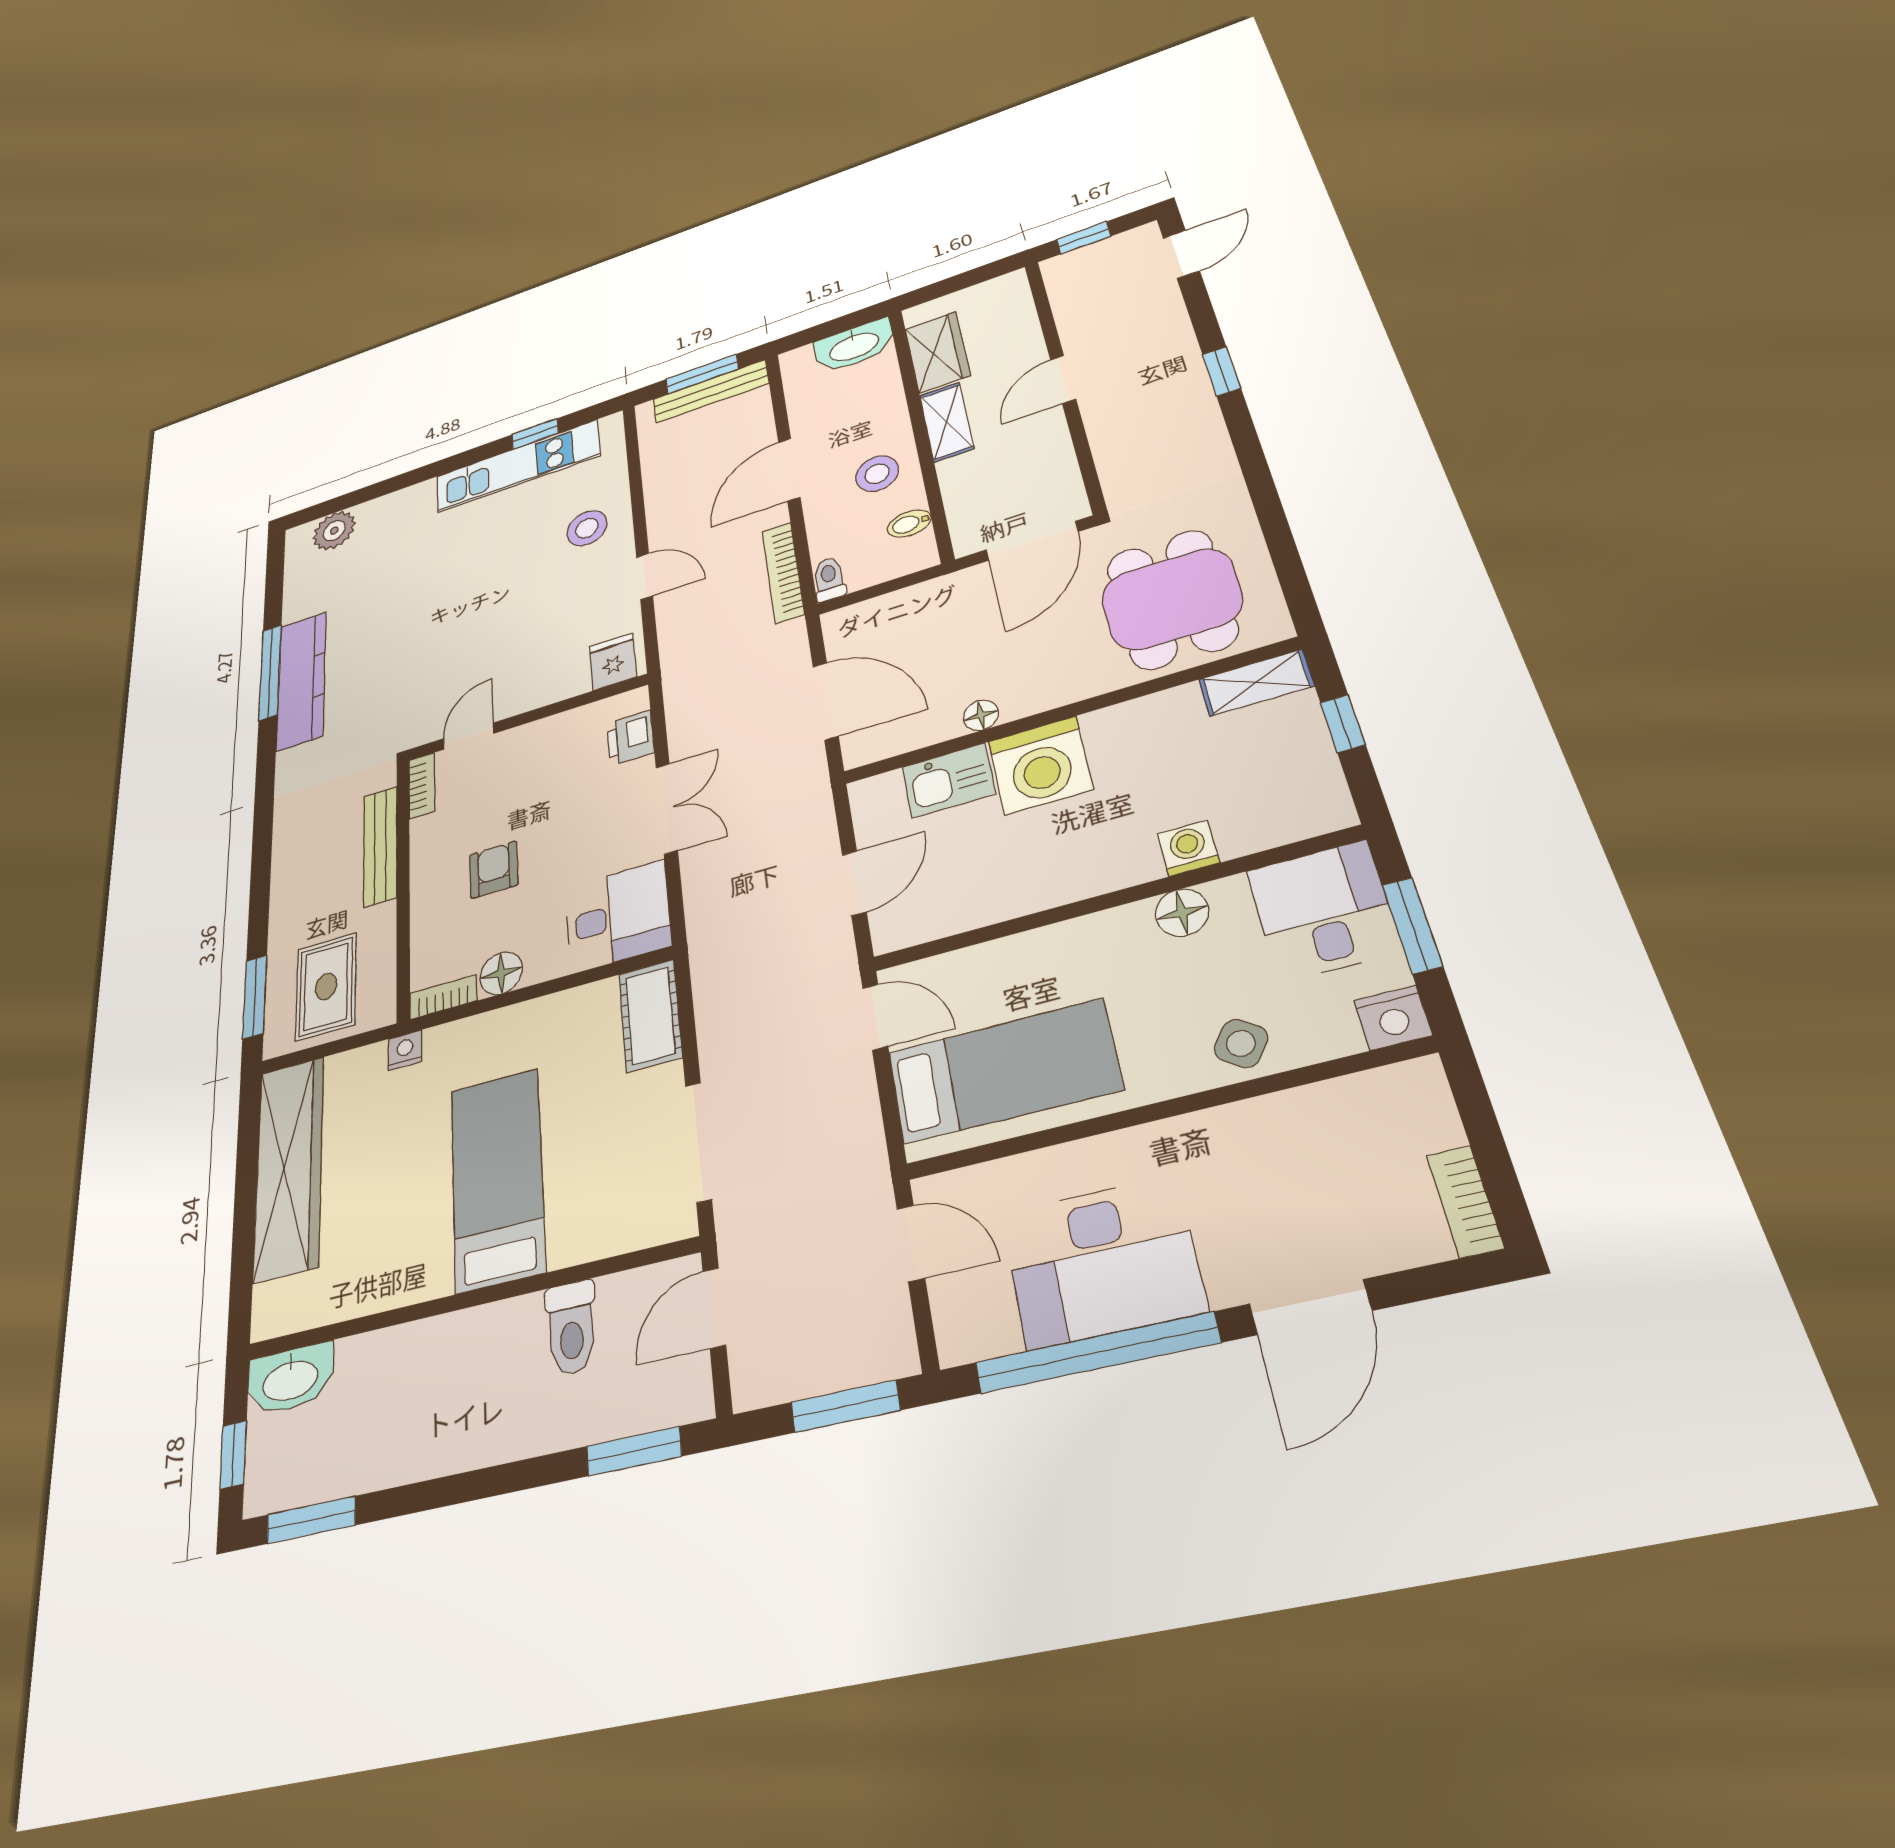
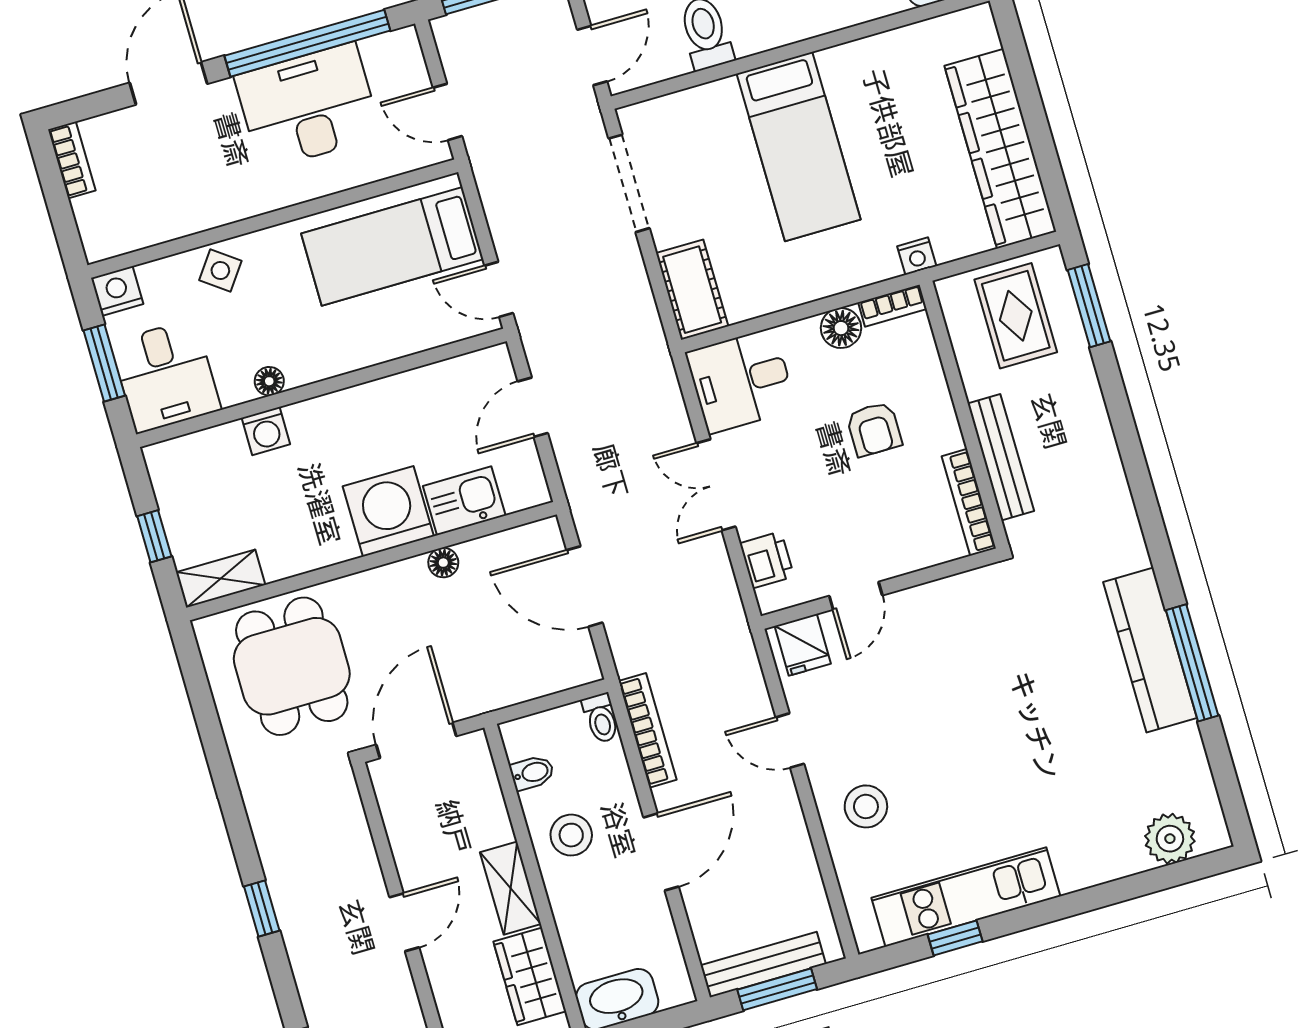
door: (469, 736) -> (856, 596), moved
bookcase: (422, 786) -> (969, 502), width x1.56
floor lamp: (1182, 913) -> (269, 381), width x0.73, depth x0.73

